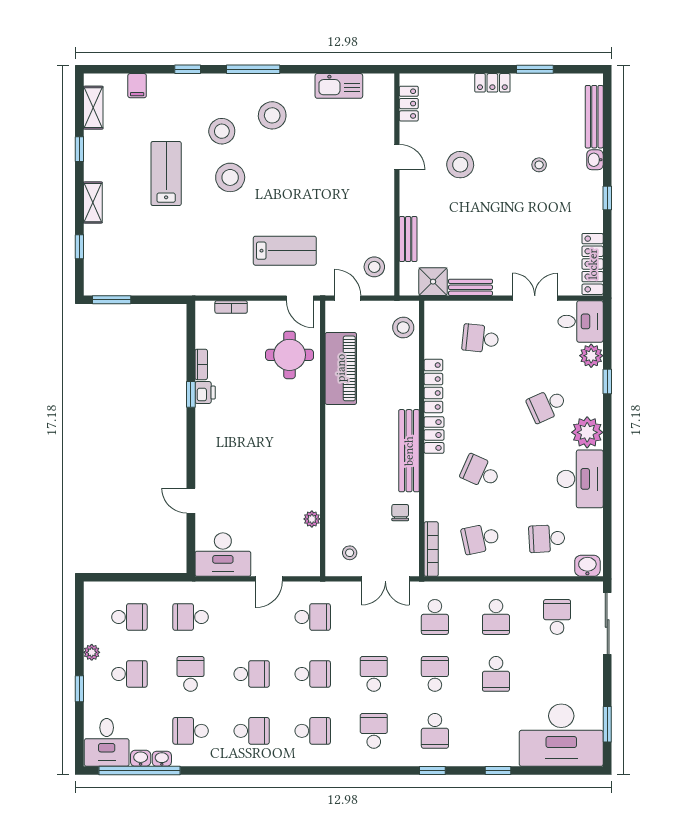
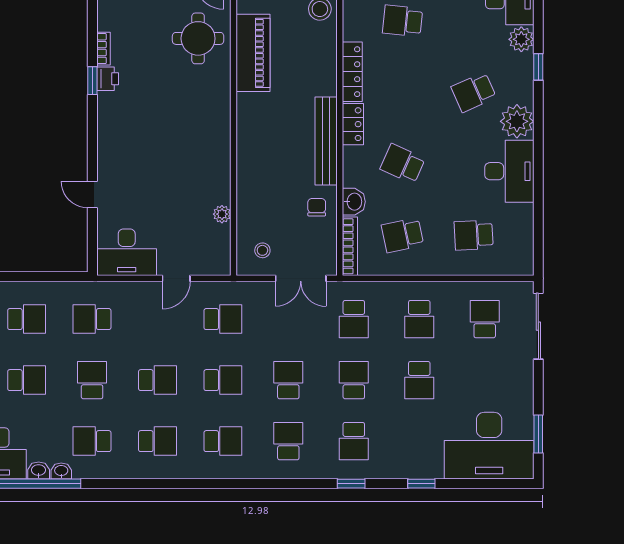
washbasin: (587, 566) -> (354, 202), moved, turned 90

